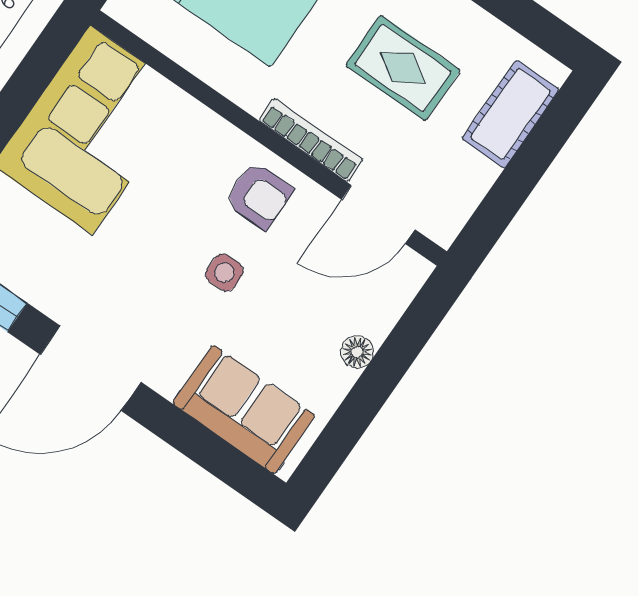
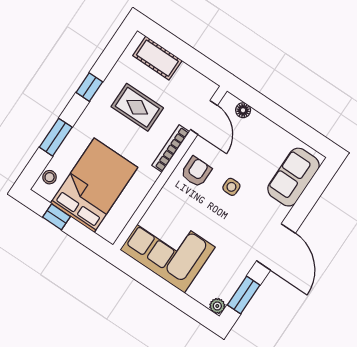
rug: (403, 68) -> (137, 107), turned 90
floor lamp: (357, 352) -> (243, 110), moved

